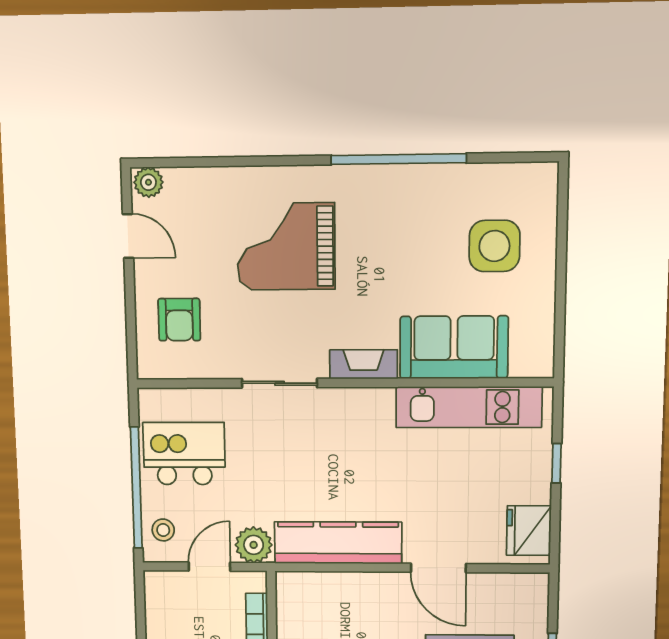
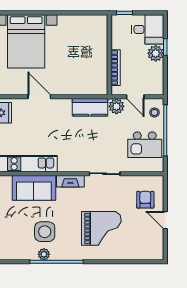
plant: (148, 182) -> (44, 254), moved
door: (128, 236) -> (165, 220), moved
side table: (494, 246) -> (45, 232), moved
kitchen counter: (338, 543) -> (90, 107), width x0.67
door: (209, 567) -> (135, 97), hinge flipped

